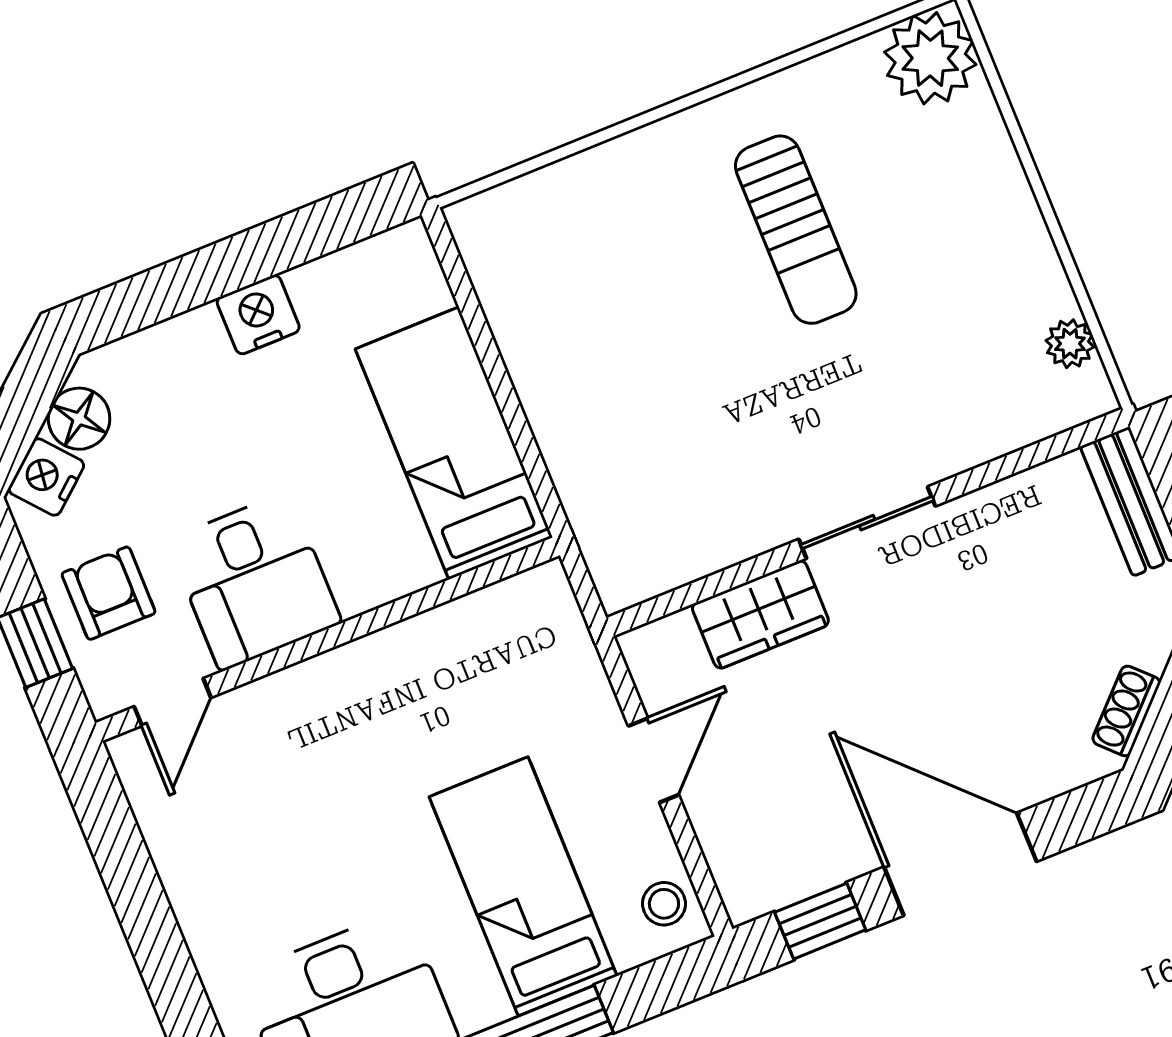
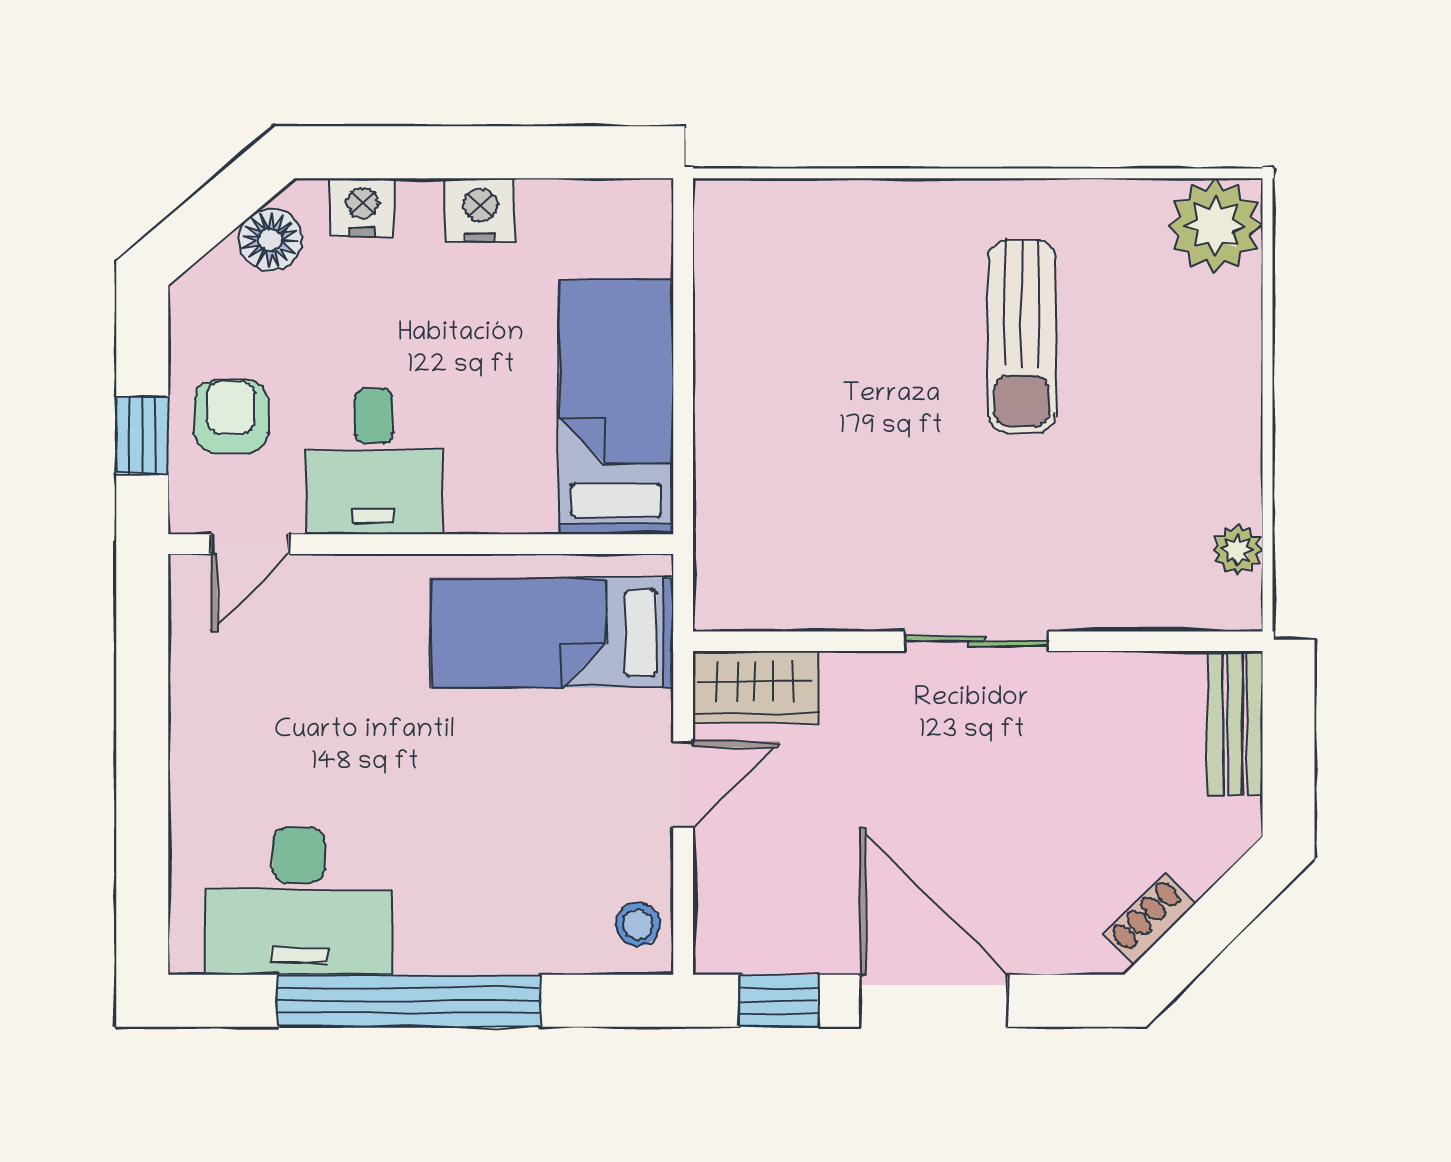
nightstand: (46, 477) -> (362, 208), moved, turned 40
wardrobe: (760, 614) -> (755, 687), moved
bed: (523, 886) -> (552, 633), moved, turned -90

